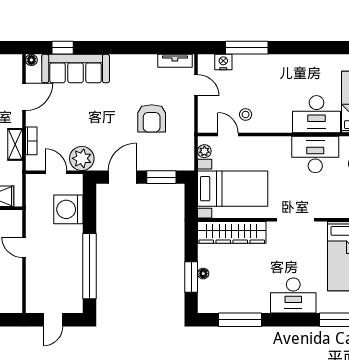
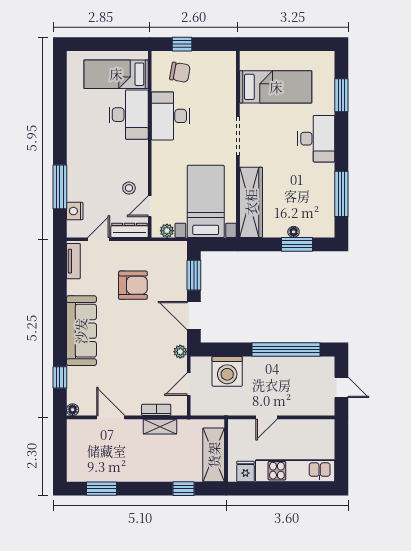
sofa: (76, 69) -> (81, 331), moved
dresser: (205, 115) -> (129, 230), added
plant: (82, 158) -> (180, 352), width x0.53, depth x0.53

